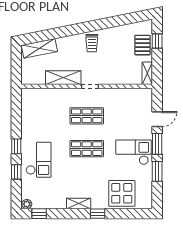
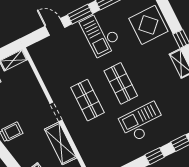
checkout: (39, 160) -> (142, 122), moved

